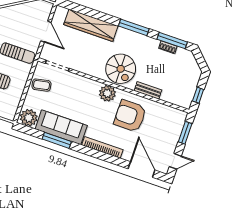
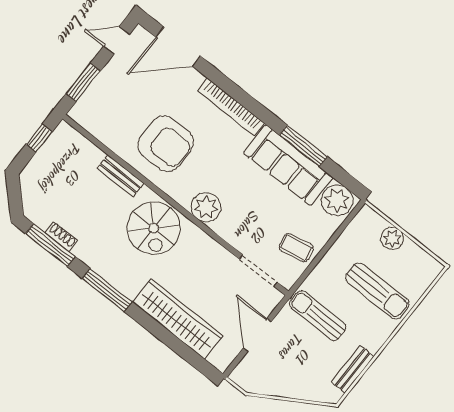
spiral stairs: (121, 69) -> (154, 228), turned 180
plant: (107, 93) -> (206, 207), moved
door: (141, 169) -> (178, 47), hinge flipped

